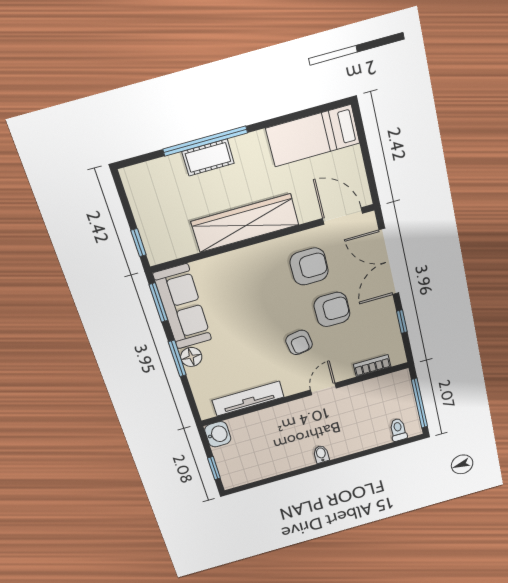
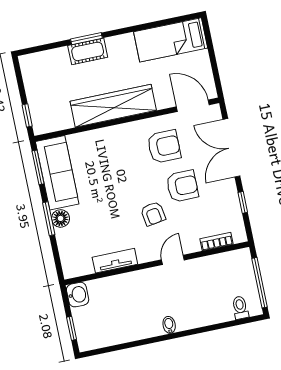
window: (205, 141) -> (86, 39), width x0.47
tv unit: (248, 399) -> (115, 261), width x0.71

